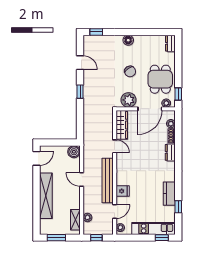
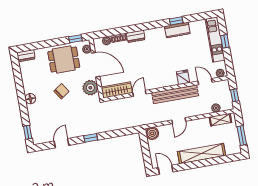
window: (178, 207) -> (176, 21), moved
window: (162, 238) -> (225, 41), moved

